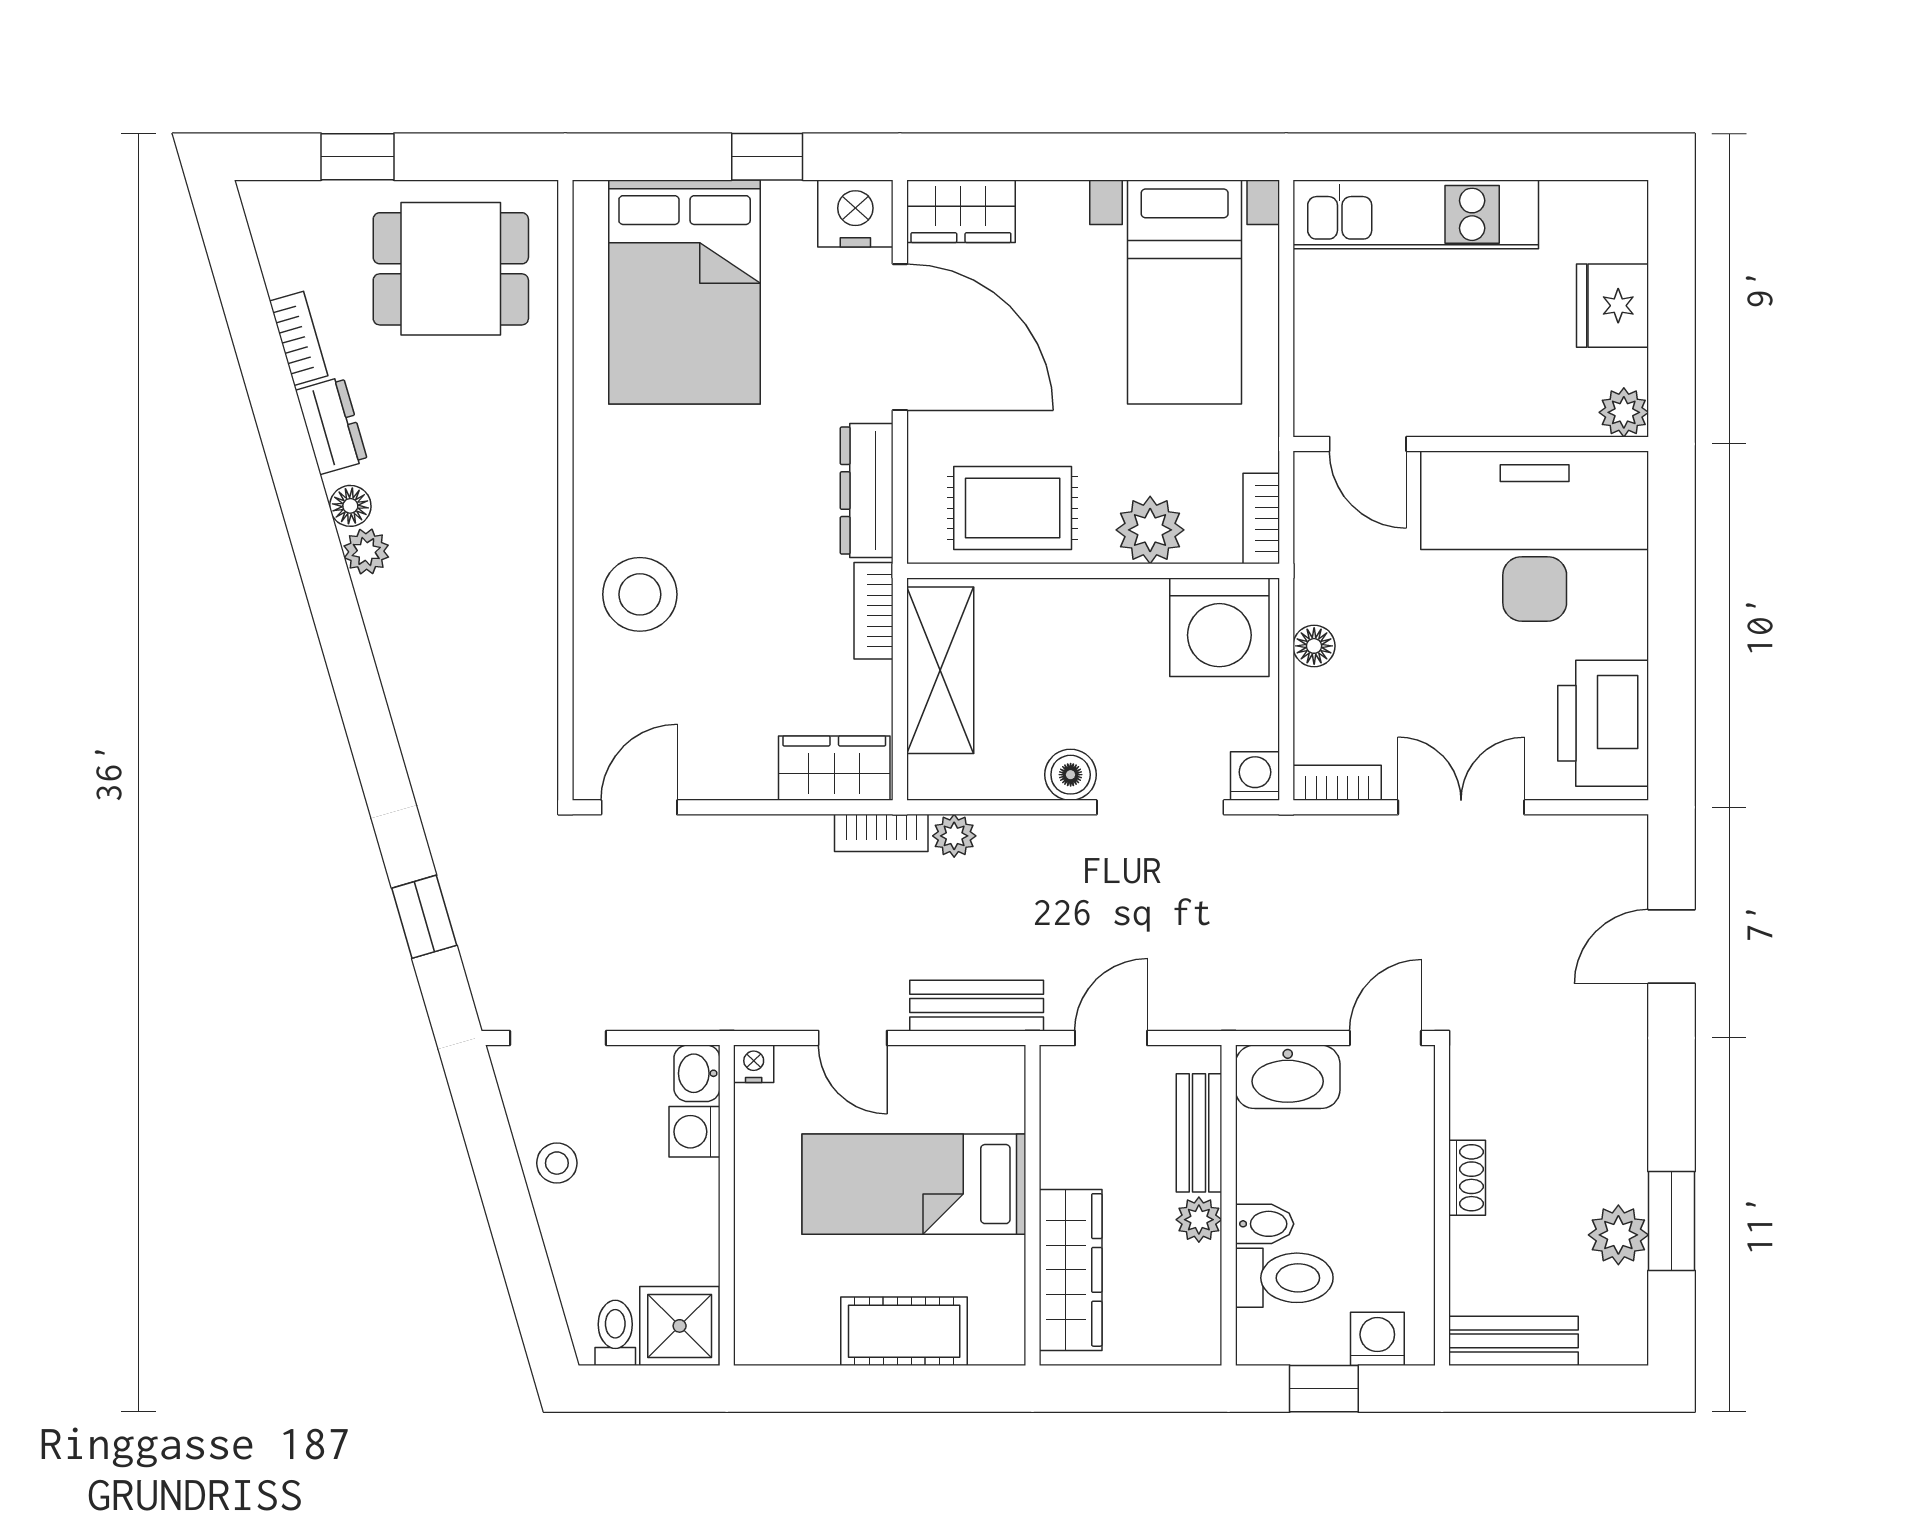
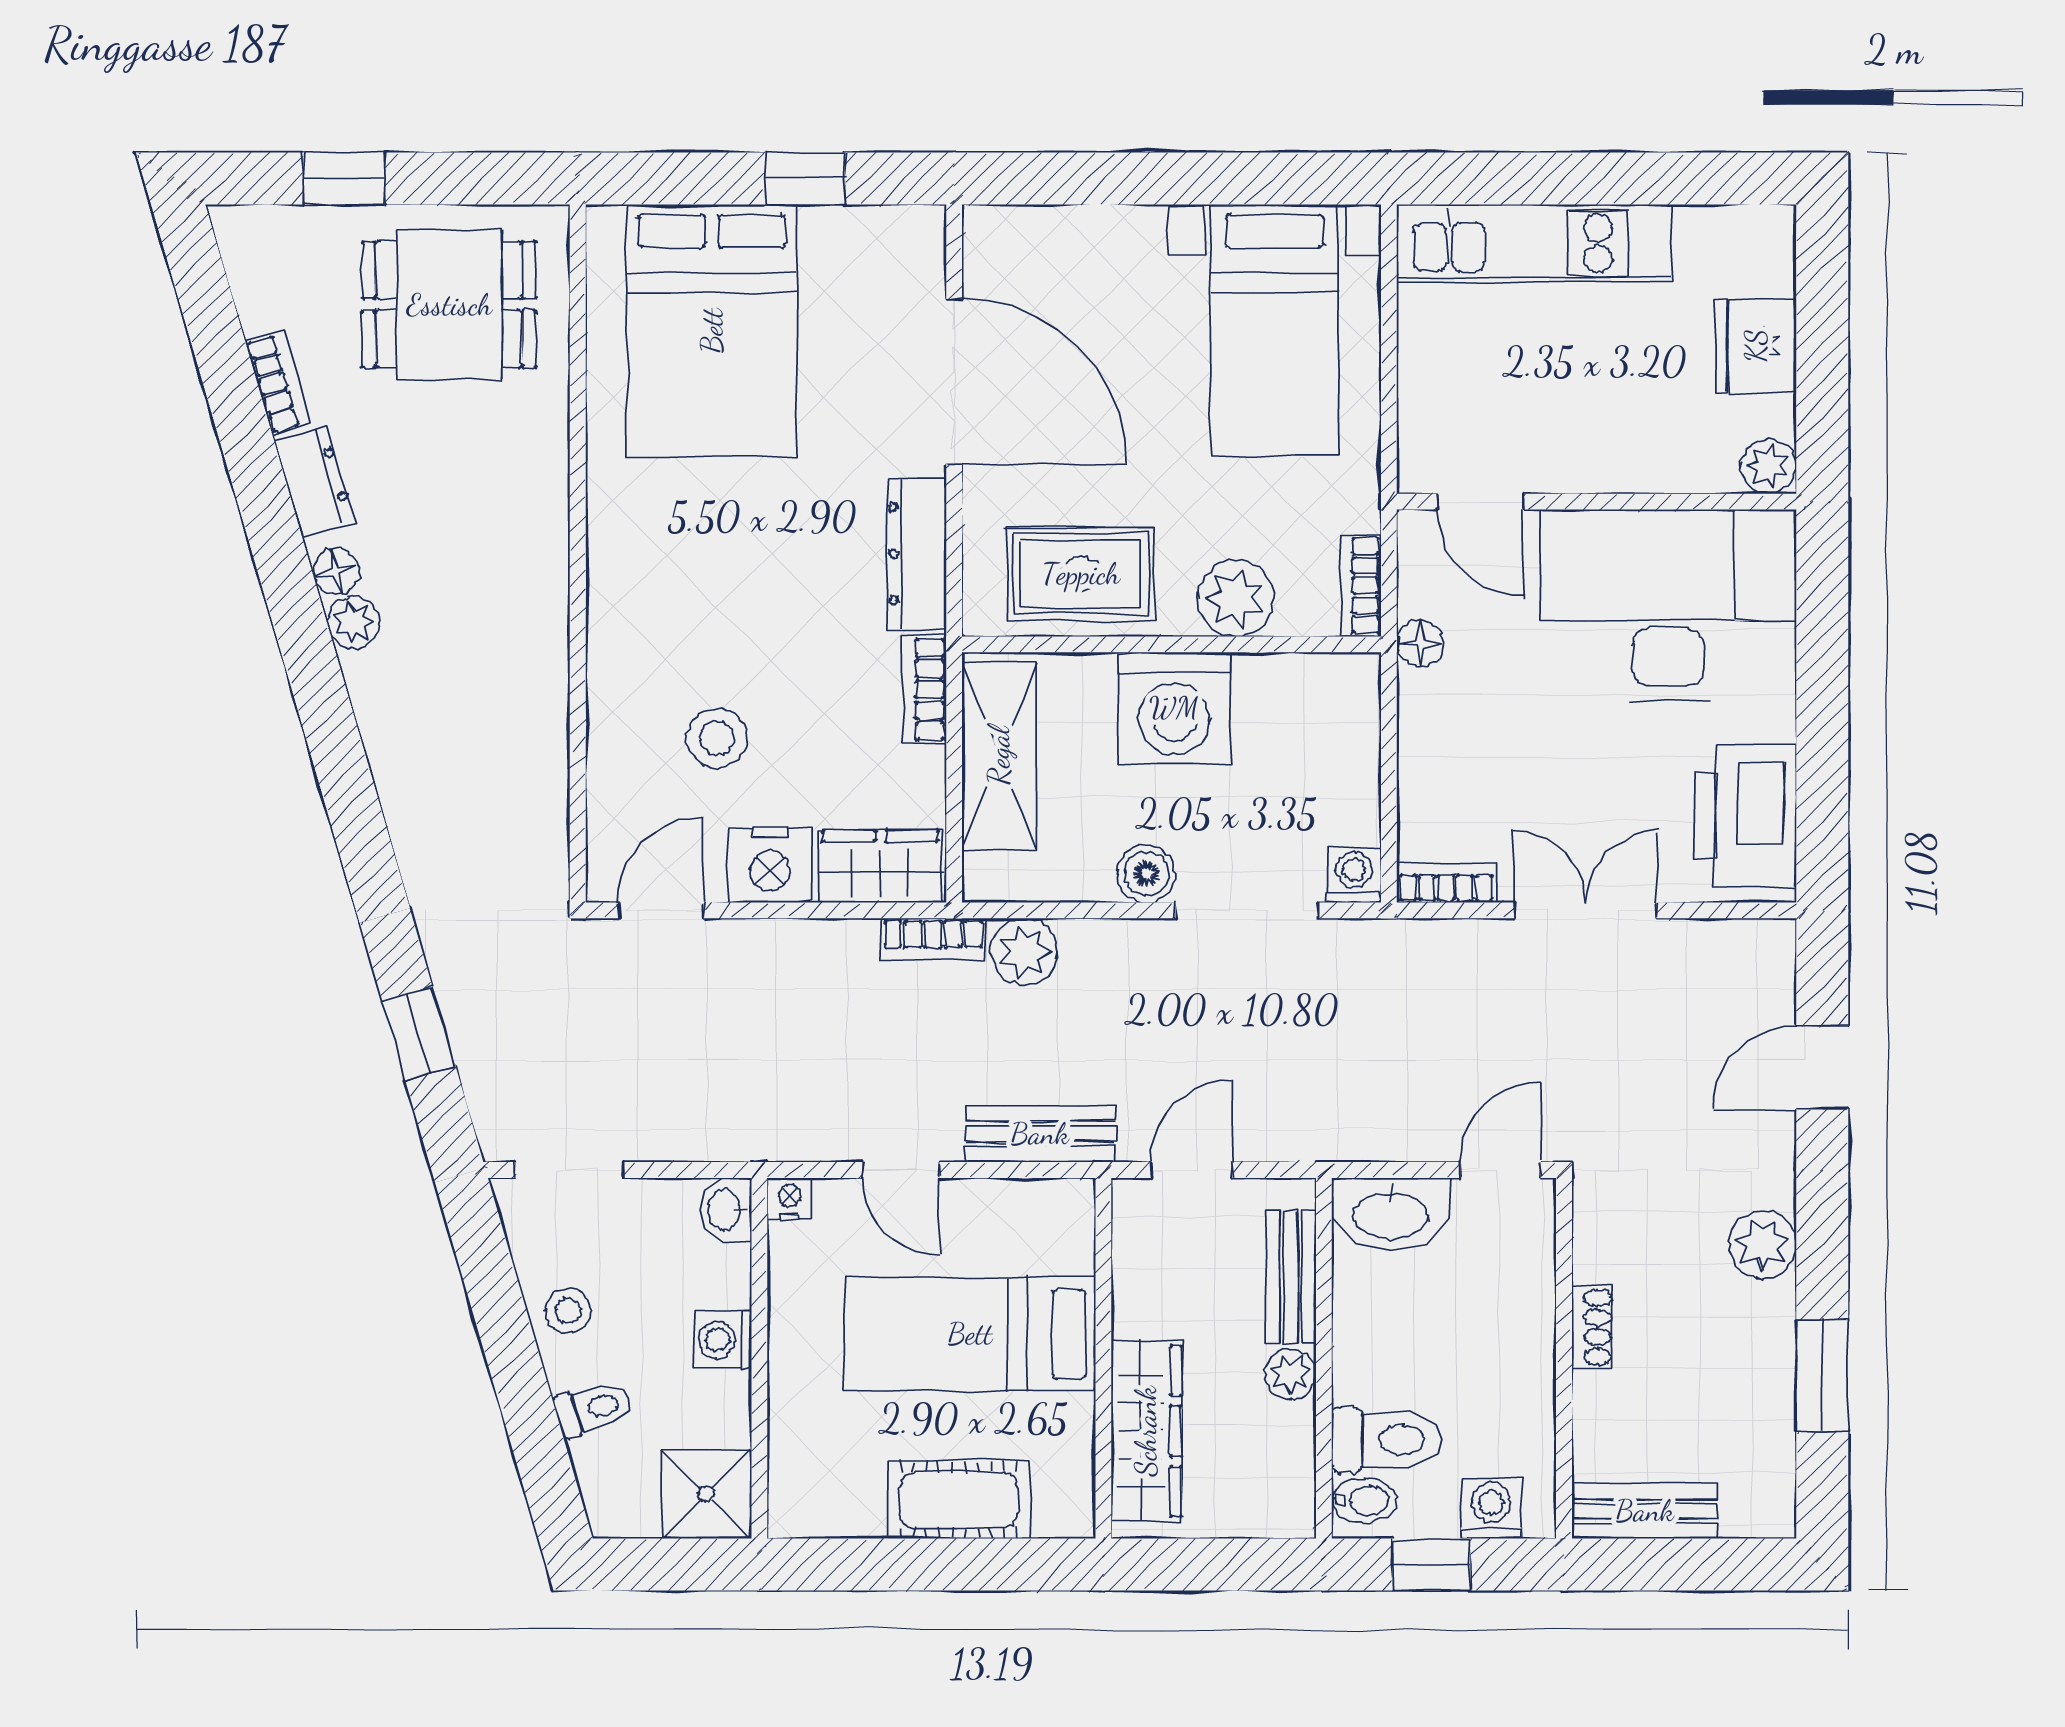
wardrobe: (961, 211) -> (1023, 240), removed
nightstand: (855, 214) -> (770, 865), moved, turned 180
stool: (640, 594) -> (717, 738), moved, width x0.73, depth x0.73
washing machine: (1219, 627) -> (1174, 708), moved
floor lamp: (1314, 646) -> (1420, 643), moved
plant: (954, 836) -> (1024, 952), width x1.38, depth x1.38
washing machine: (694, 1132) -> (723, 1340), moved
bidet: (1265, 1224) -> (1364, 1501), moved
plant: (1618, 1235) -> (1762, 1245), moved
toilet: (615, 1333) -> (593, 1409), moved, turned 74

